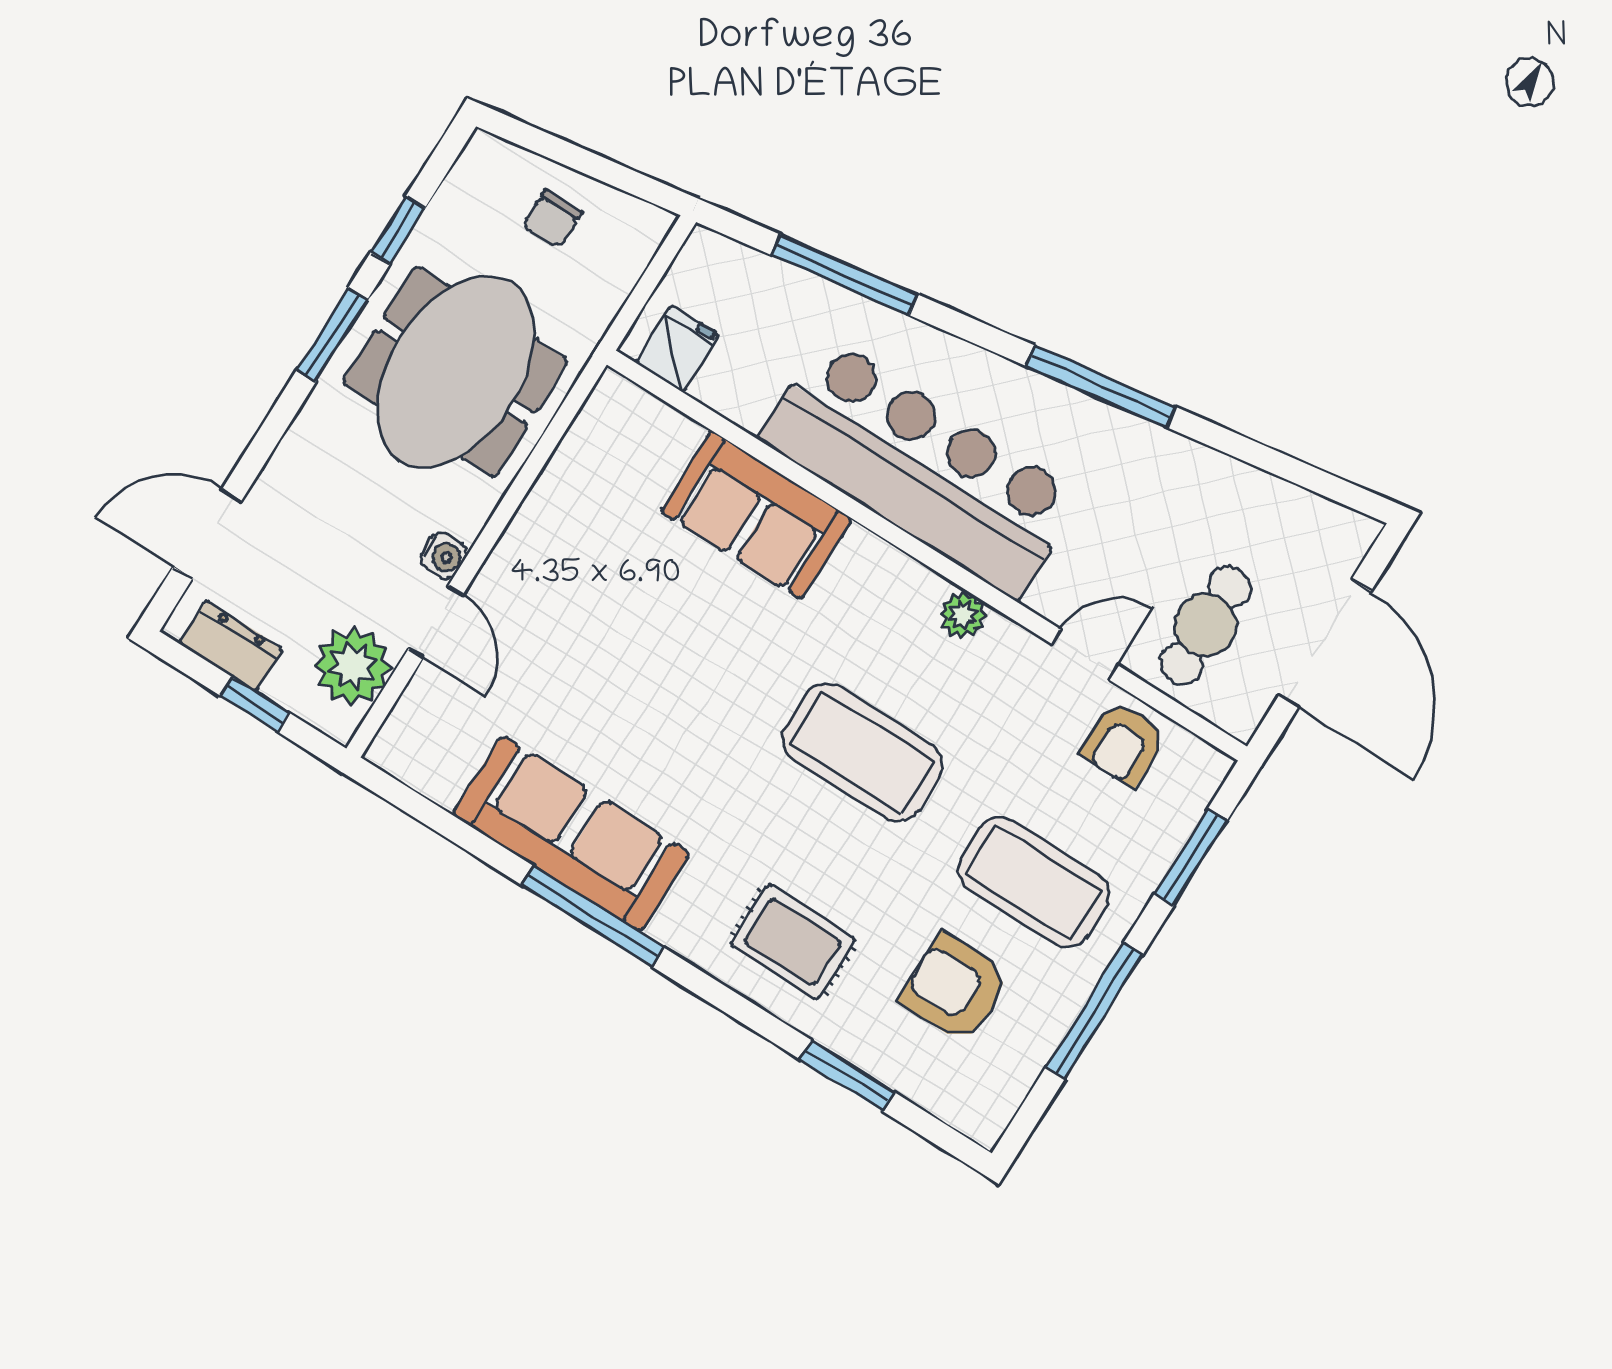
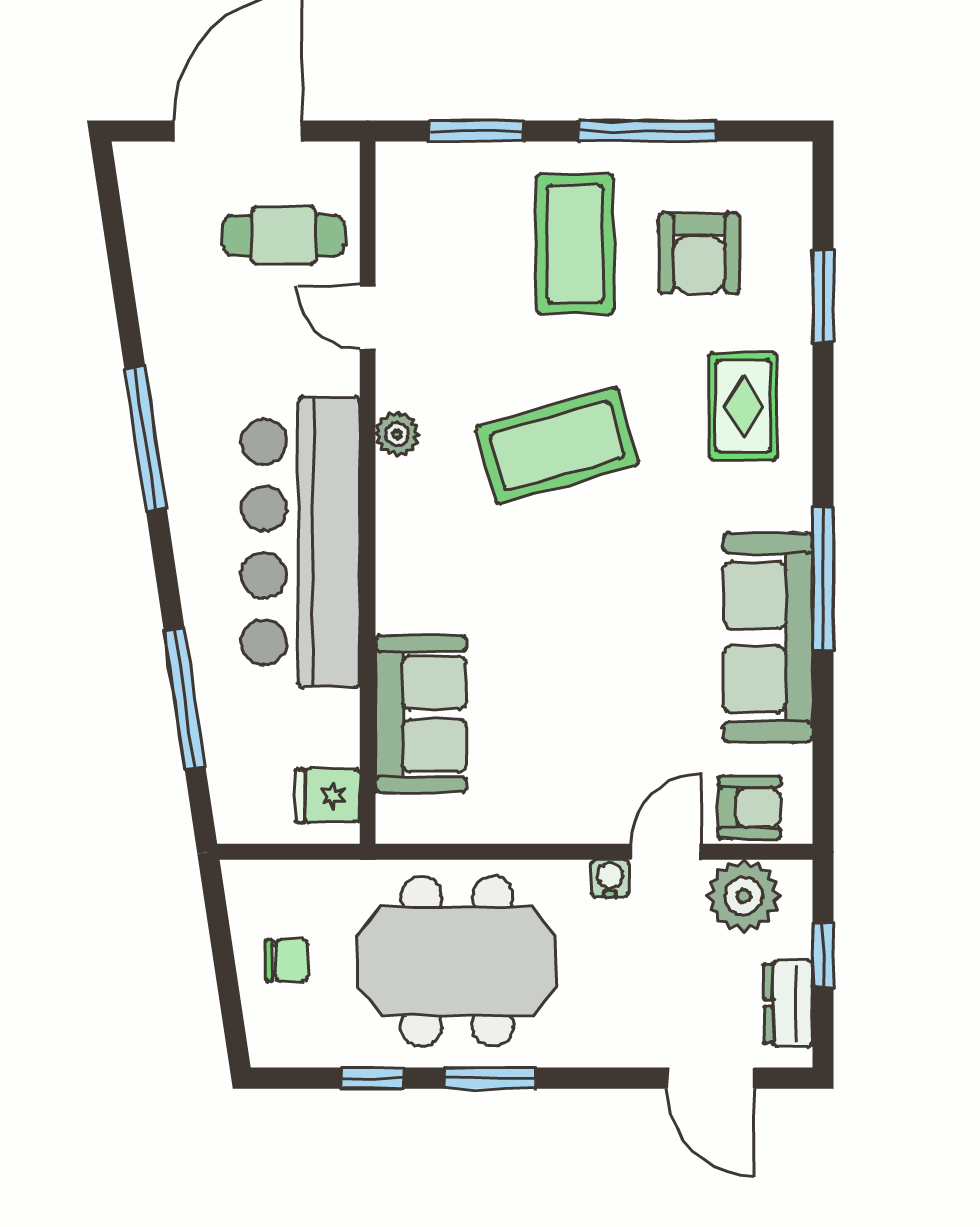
sofa: (756, 515) -> (421, 714), moved
armchair: (1124, 744) -> (749, 807), moved
coffee table: (862, 752) -> (557, 446), turned 74

